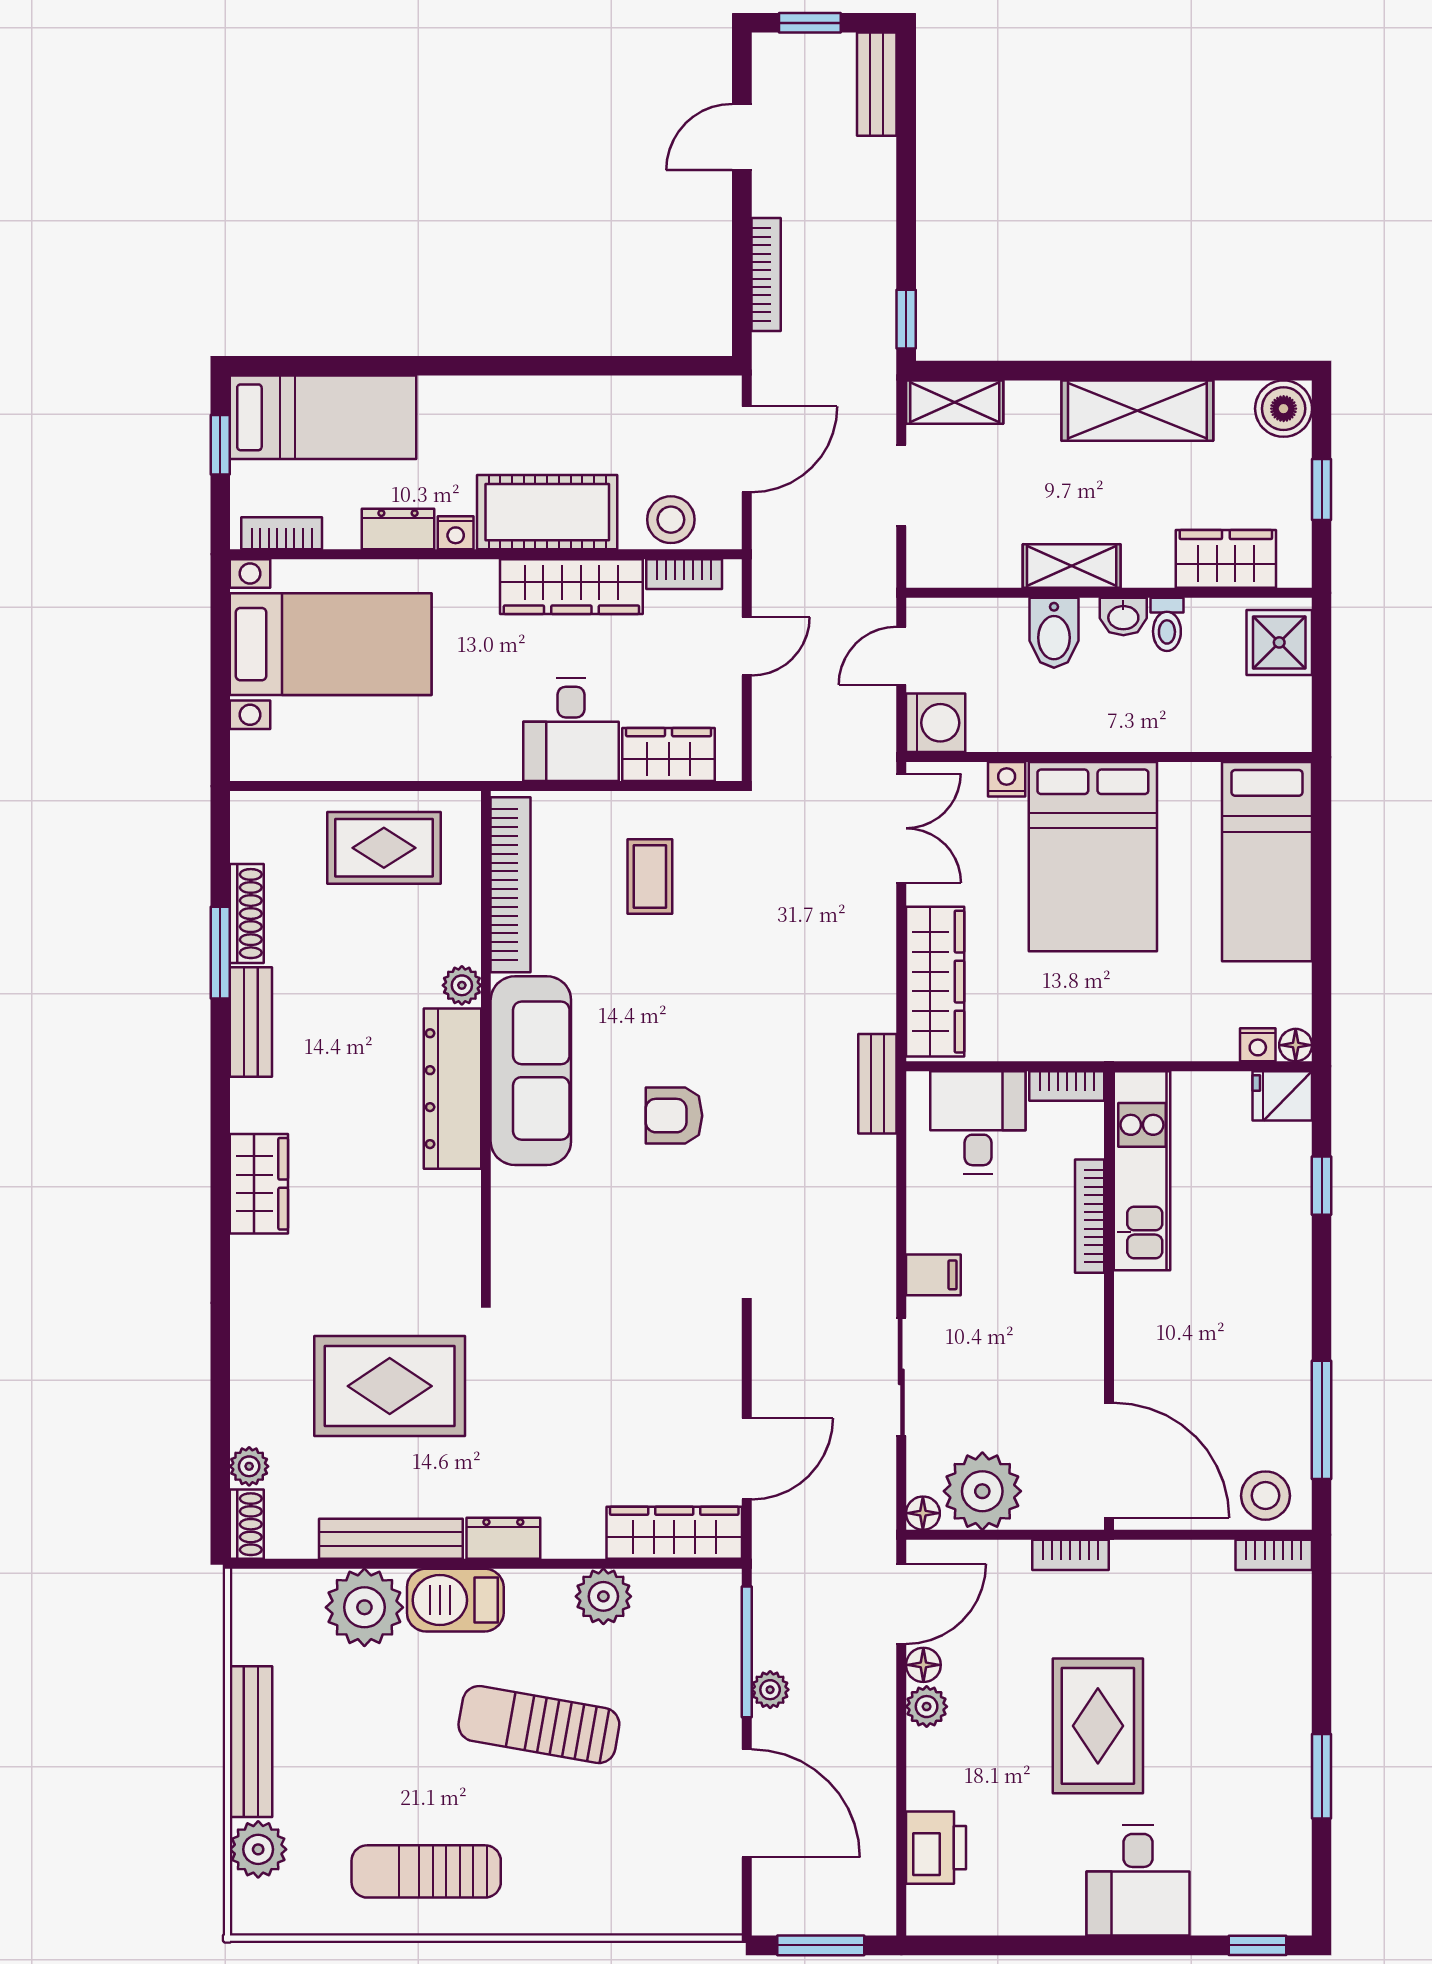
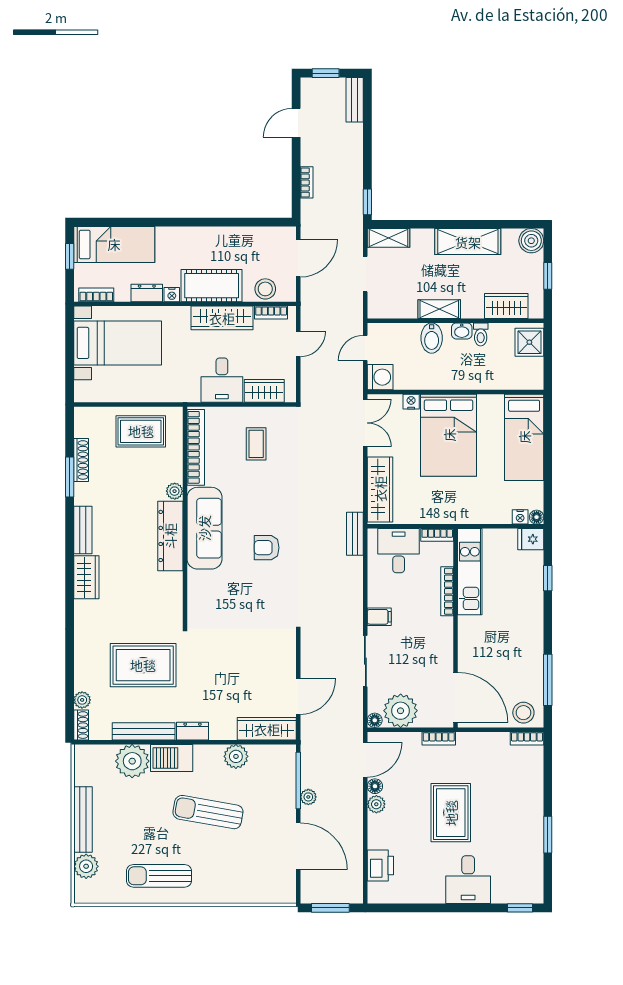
bookcase: (766, 275) -> (307, 182), width x0.64
bench: (251, 1022) -> (83, 530), moved

